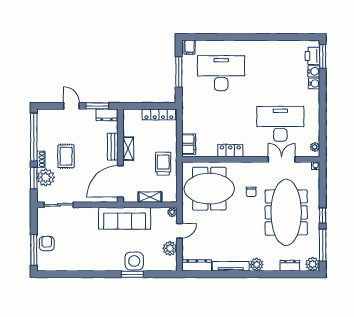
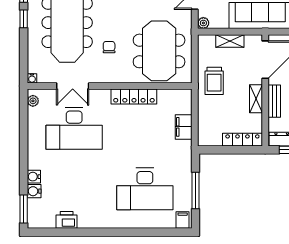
printer: (312, 56) -> (67, 220), moved, turned -90
locker: (159, 114) -> (242, 140), moved
filing cabinet: (189, 144) -> (184, 127), moved
locker: (230, 151) -> (134, 97), width x1.53
meeting table: (209, 189) -> (159, 51), turned 90

